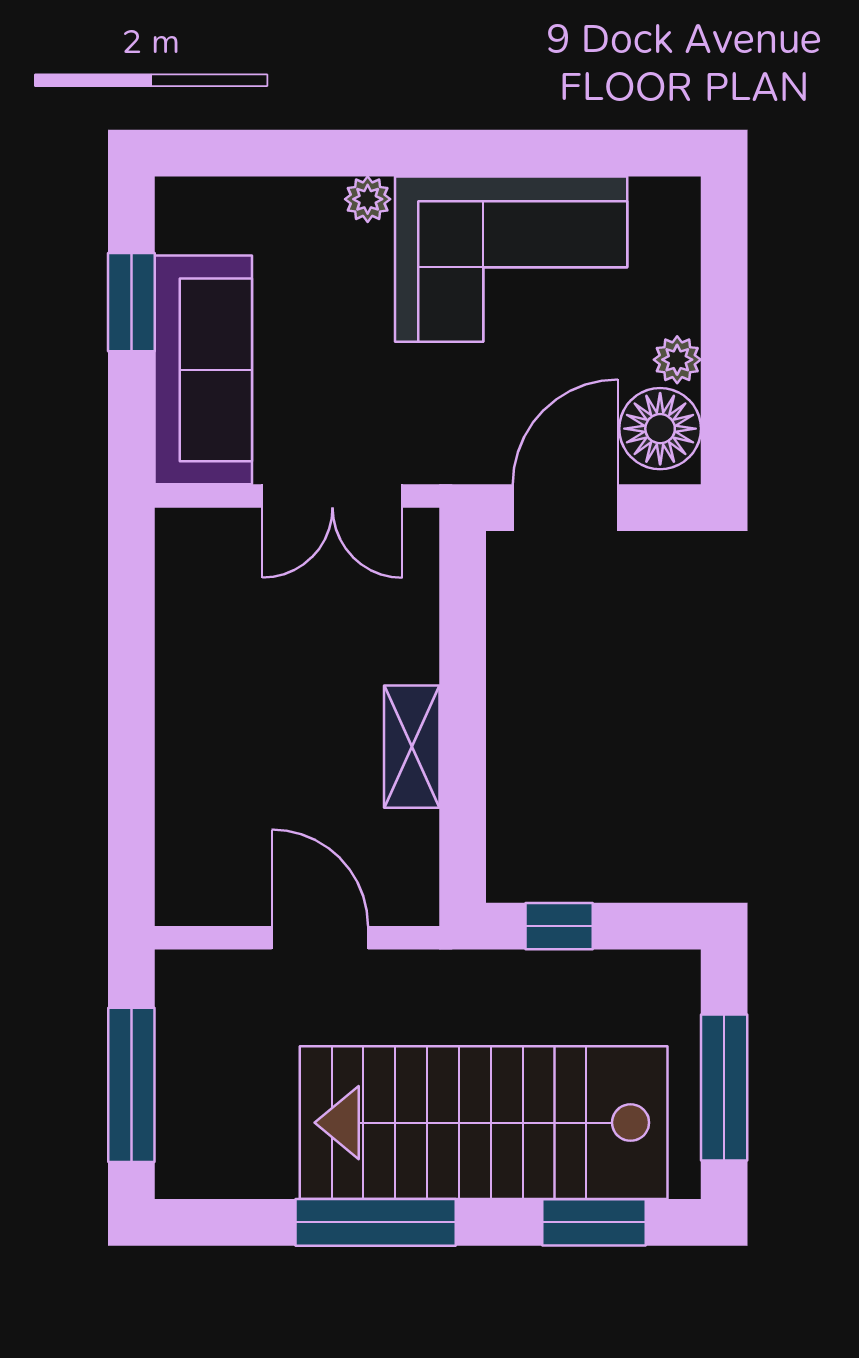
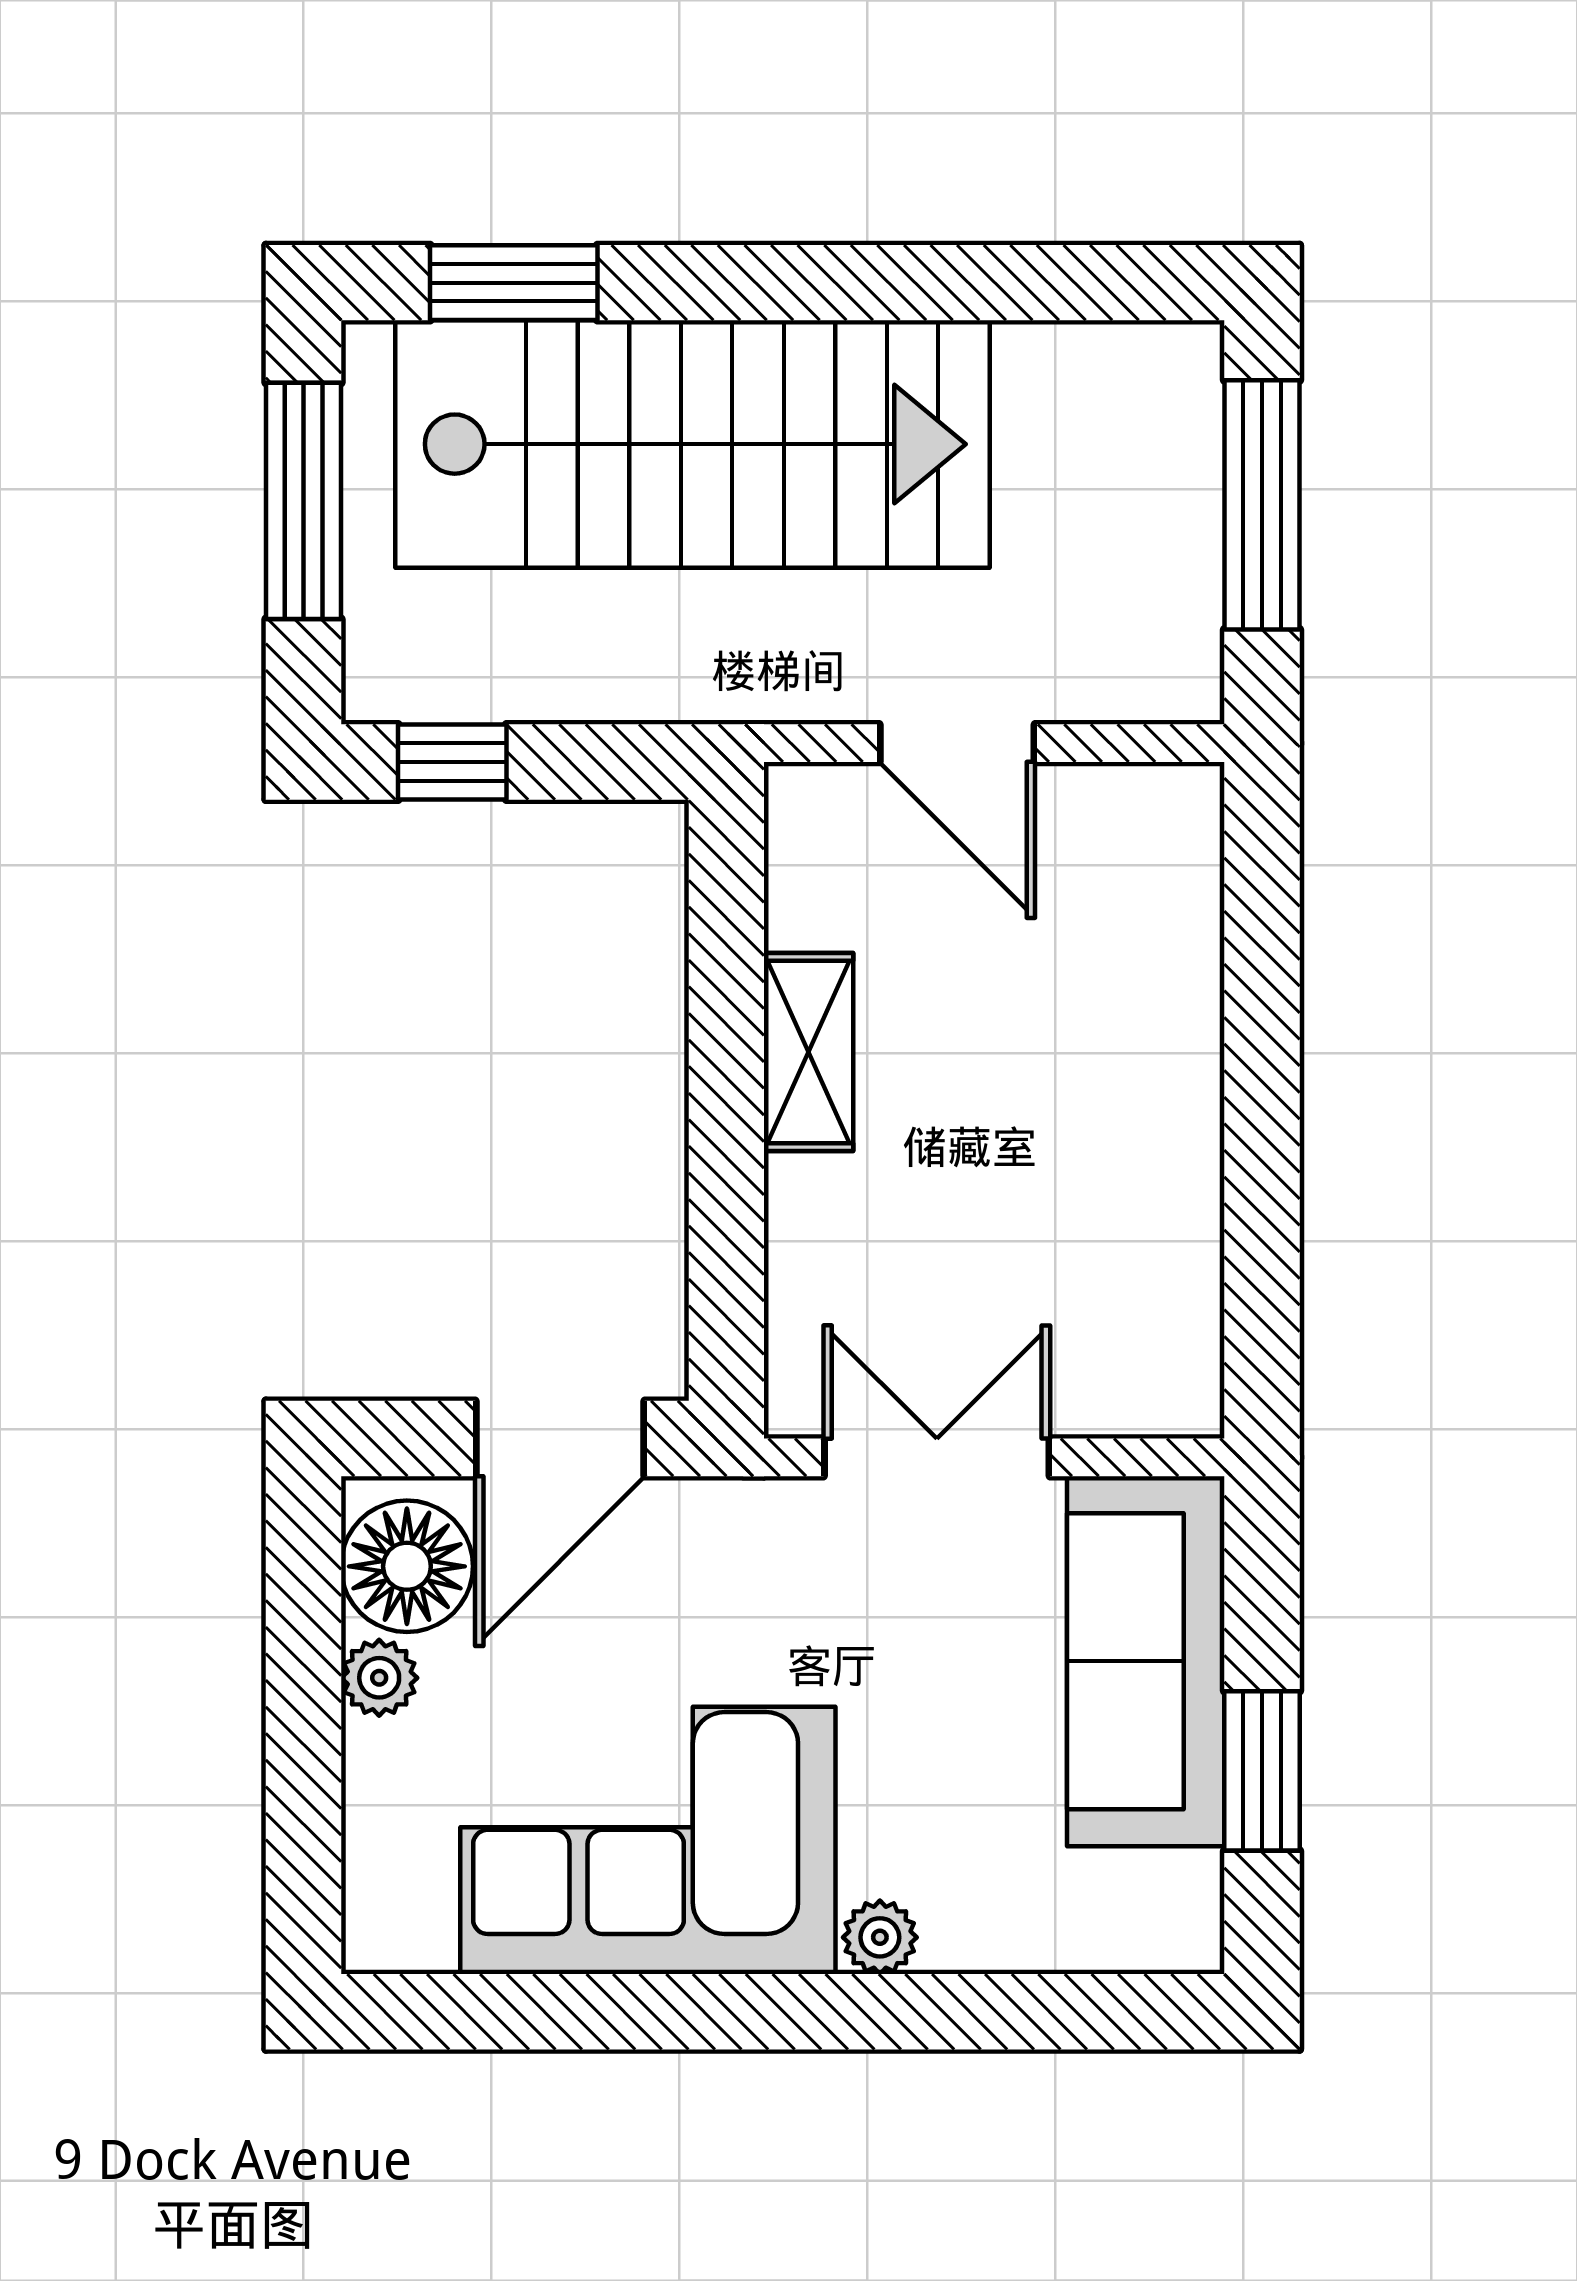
window: (559, 926) -> (452, 762), moved
window: (376, 1222) -> (867, 283), removed

